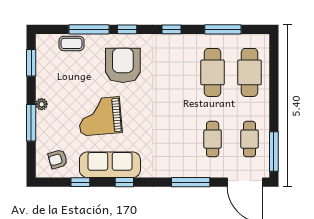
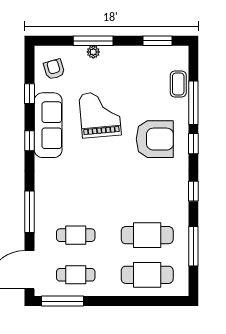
plant: (42, 104) -> (93, 52), moved

